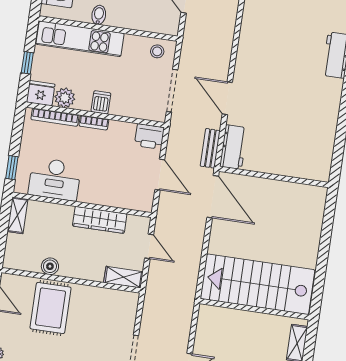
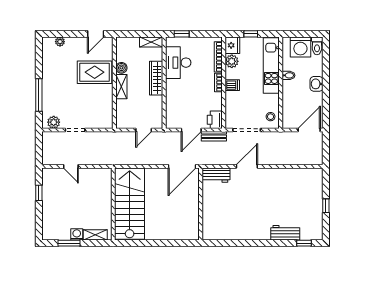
bench: (210, 148) -> (214, 136), moved
wardrobe: (100, 220) -> (156, 78), moved
shelving: (123, 277) -> (121, 87), moved

